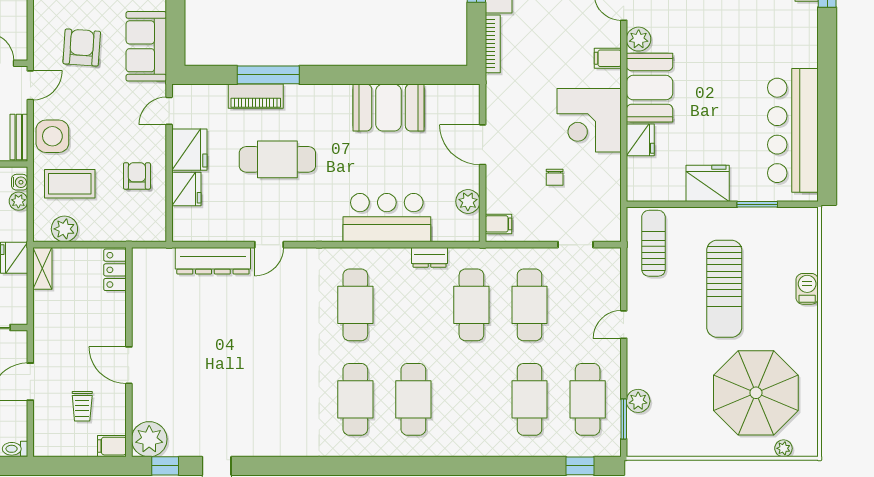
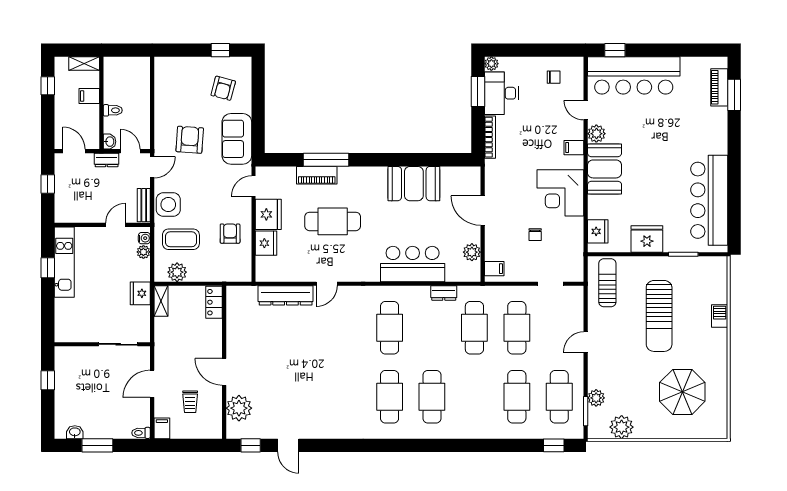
fridge: (640, 140) -> (598, 231), moved
parasol: (756, 393) -> (682, 392), width x0.73, depth x0.73
plant: (149, 439) -> (239, 408), moved
filing cabinet: (112, 446) -> (162, 428), moved, turned 90
plant: (783, 448) -> (622, 427), moved, width x1.88, depth x1.88

